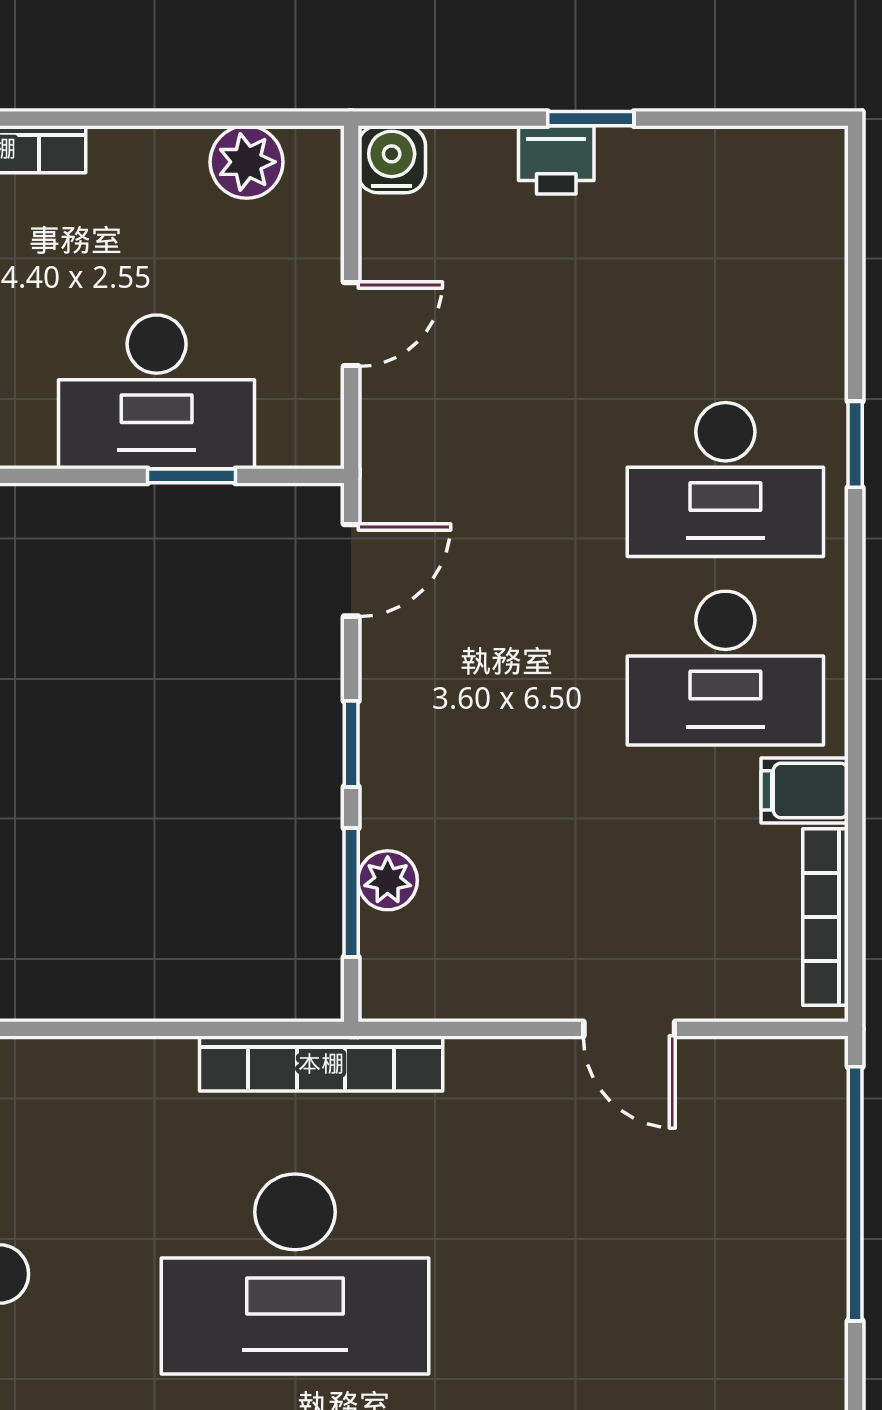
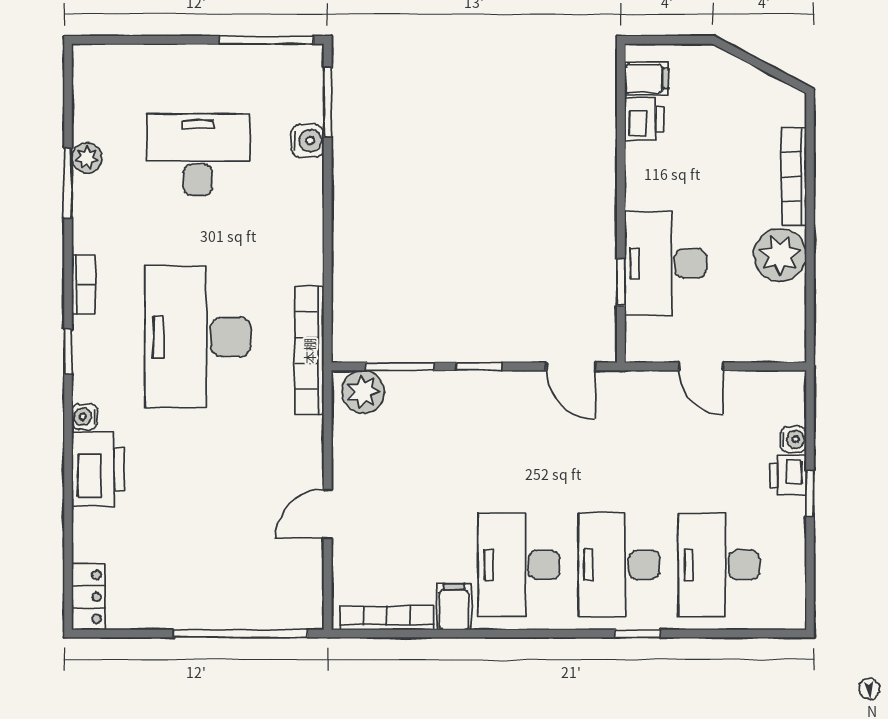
water cooler: (392, 159) -> (793, 439), moved, width x0.72, depth x0.72
plant: (247, 162) -> (780, 255), moved, width x1.36, depth x1.36
desk: (725, 291) -> (719, 565), added
plant: (388, 880) -> (363, 392), moved, width x1.38, depth x1.38

